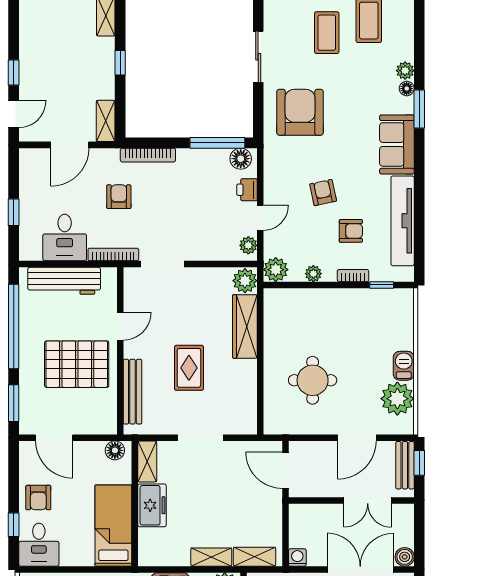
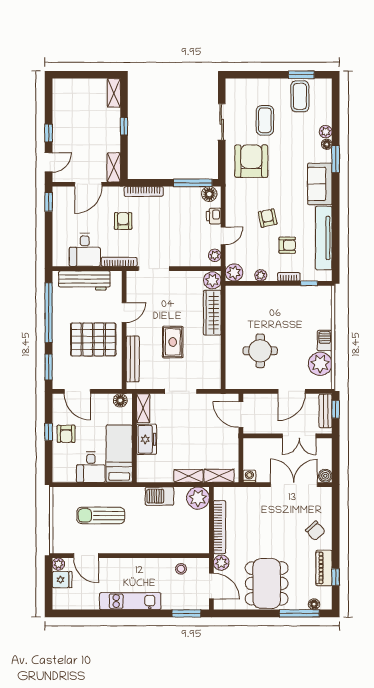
coffee table: (327, 33) -> (265, 120), moved
window: (14, 212) -> (49, 202), moved
window: (14, 525) -> (49, 432), moved
desk: (39, 545) -> (91, 467), moved

